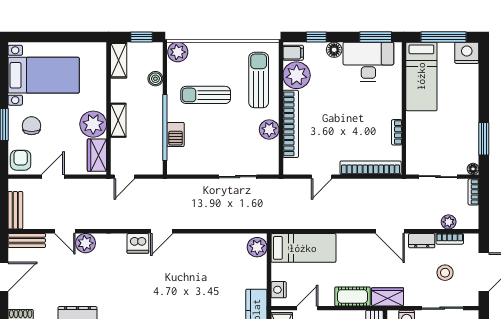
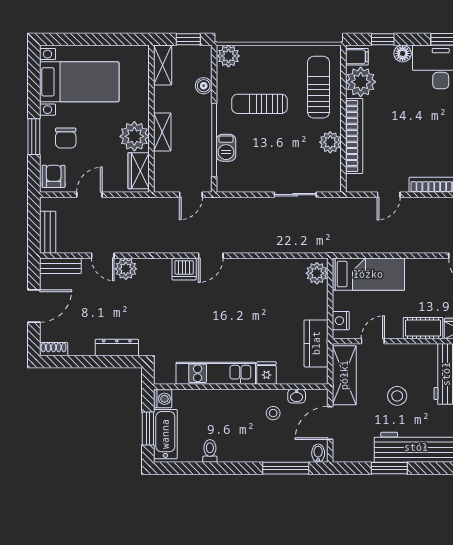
chair: (32, 126) -> (66, 138), turned 180
door: (124, 177) -> (191, 195), moved

